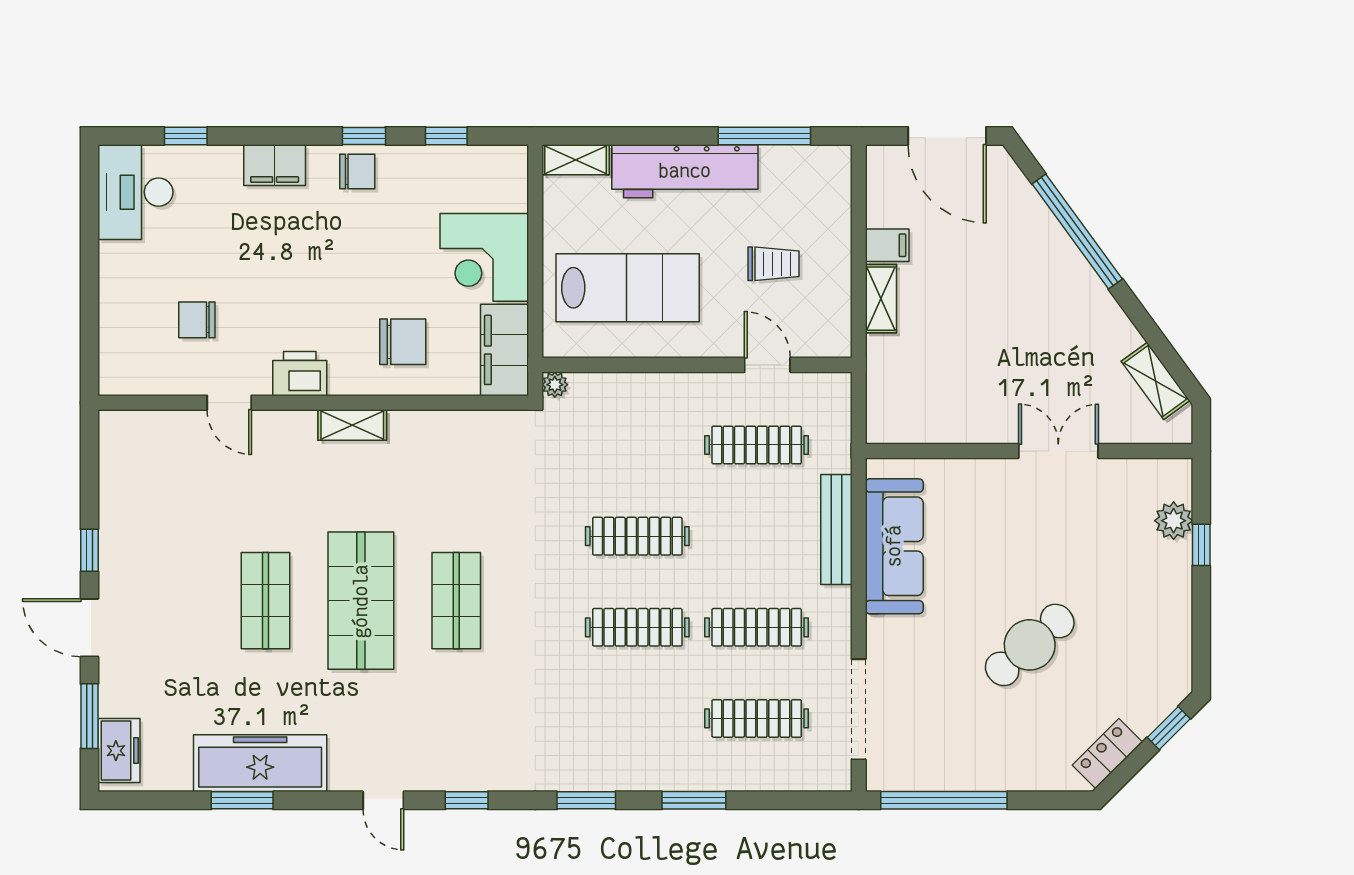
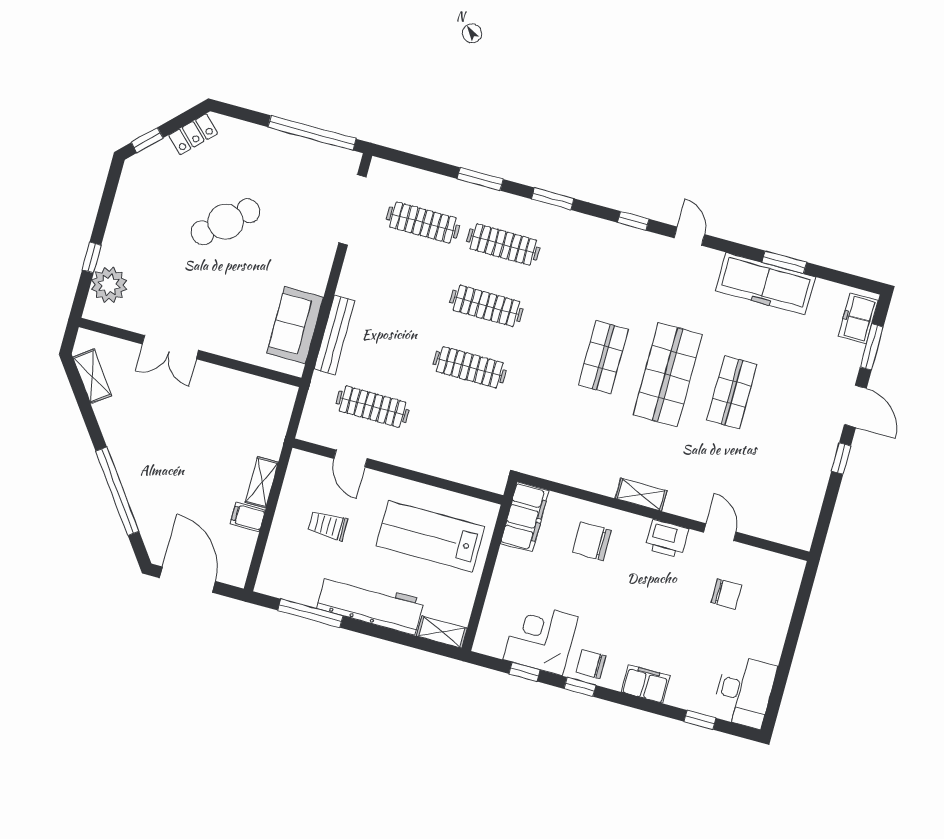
corner desk: (484, 257) -> (541, 638), moved, turned -90
plant: (555, 385) -> (497, 484), removed
plant: (1174, 521) -> (109, 285), width x1.36, depth x1.36
sofa: (894, 546) -> (295, 325), width x0.73
clothes rail: (757, 627) -> (503, 244), moved

